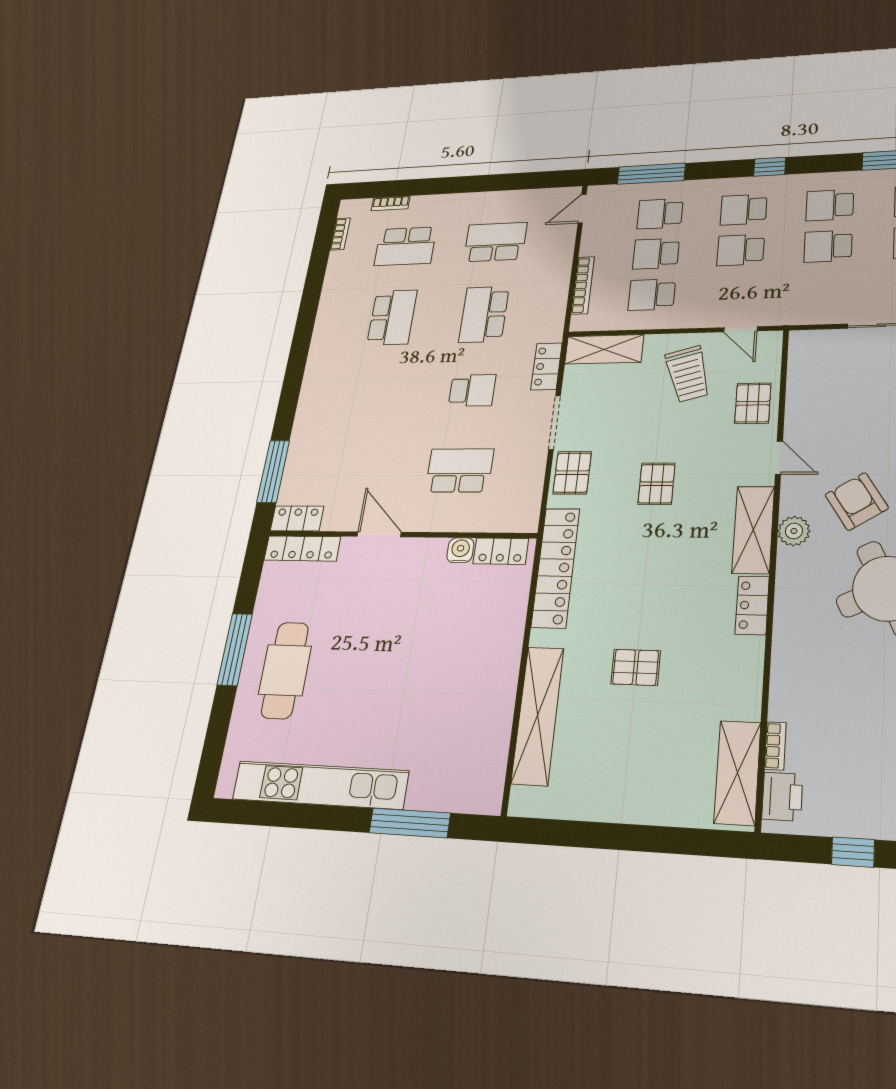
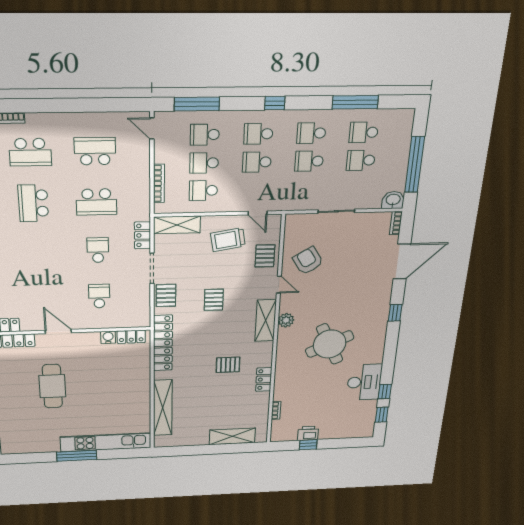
door: (582, 209) -> (152, 129), hinge flipped
school desk: (484, 314) -> (96, 202), turned -90
school desk: (392, 317) -> (33, 203), turned 180
trolley: (688, 374) -> (228, 240), turned 96
school desk: (472, 390) -> (98, 250), turned -90
school desk: (460, 470) -> (99, 296), width x0.54
armchair: (857, 501) -> (308, 261), moved
locker: (752, 605) -> (264, 379), moved
pallet: (636, 667) -> (228, 365), moved
cafe table: (285, 670) -> (52, 386), moved
shelving: (737, 772) -> (232, 436), moved, turned 90
kitchen unit: (320, 785) -> (106, 442), moved
printer: (782, 797) -> (308, 433), moved, turned -90
window: (410, 823) -> (77, 456), moved

